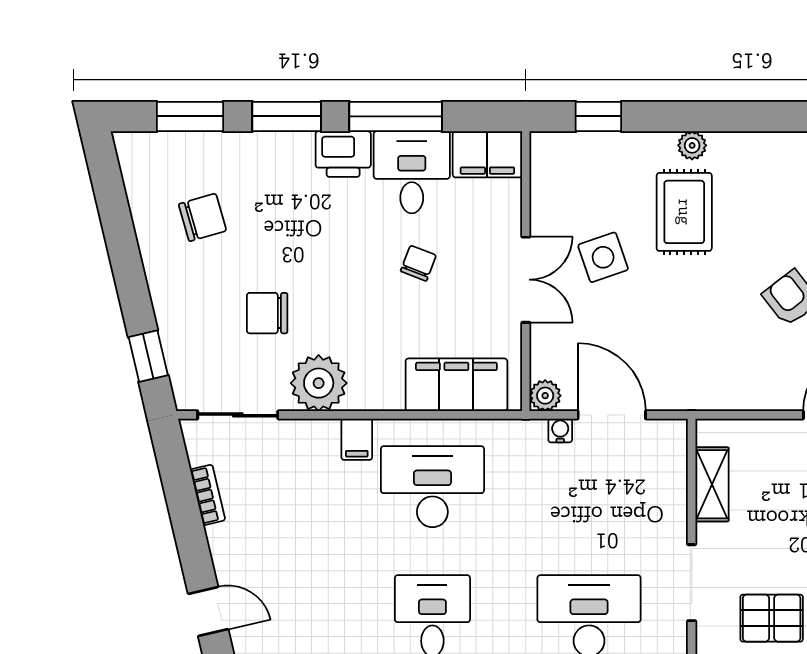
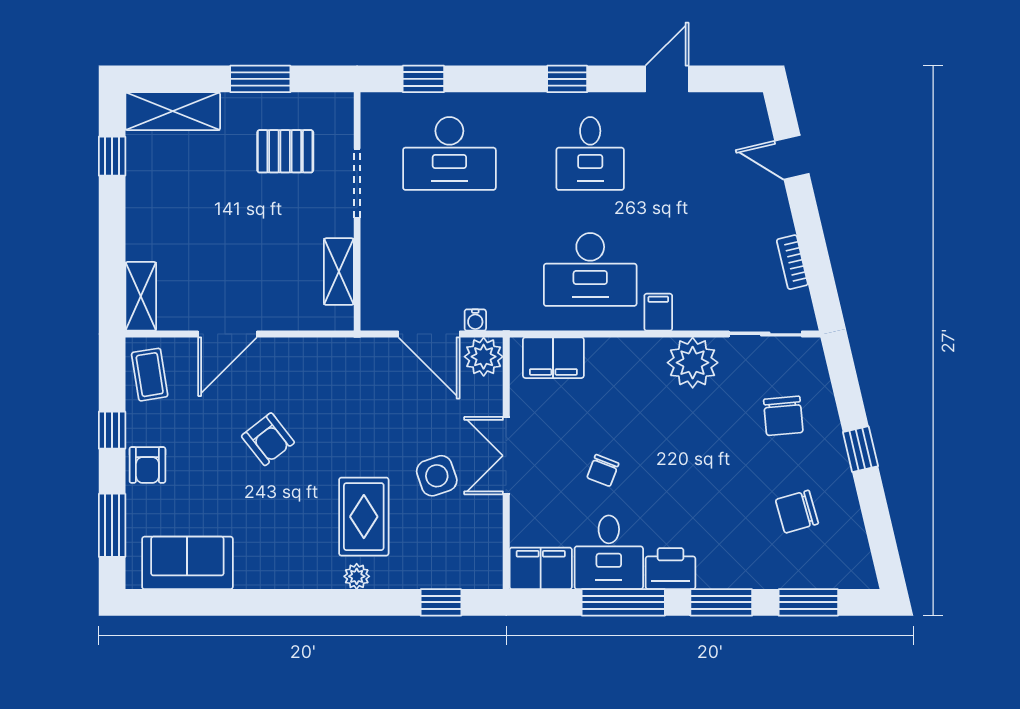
chair: (267, 313) -> (783, 416), moved, turned 85
window: (148, 356) -> (860, 449), moved
filing cabinet: (456, 385) -> (553, 358), width x0.67, depth x0.86
plant: (545, 396) -> (484, 357), width x1.38, depth x1.38

